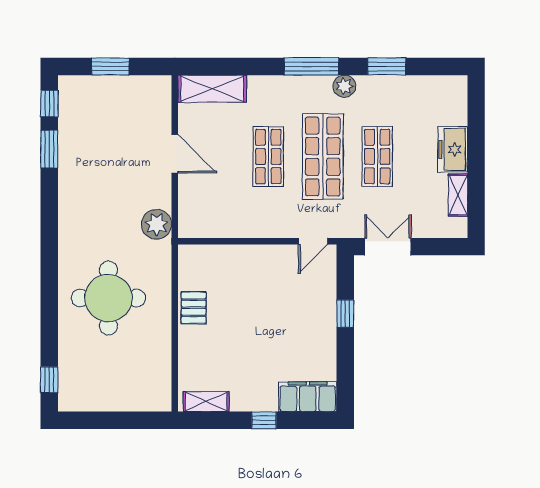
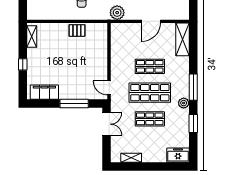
freezer: (453, 149) -> (178, 155), moved
window: (345, 314) -> (74, 103), width x2.17
filing cabinet: (308, 397) -> (44, 92), moved, turned -90

